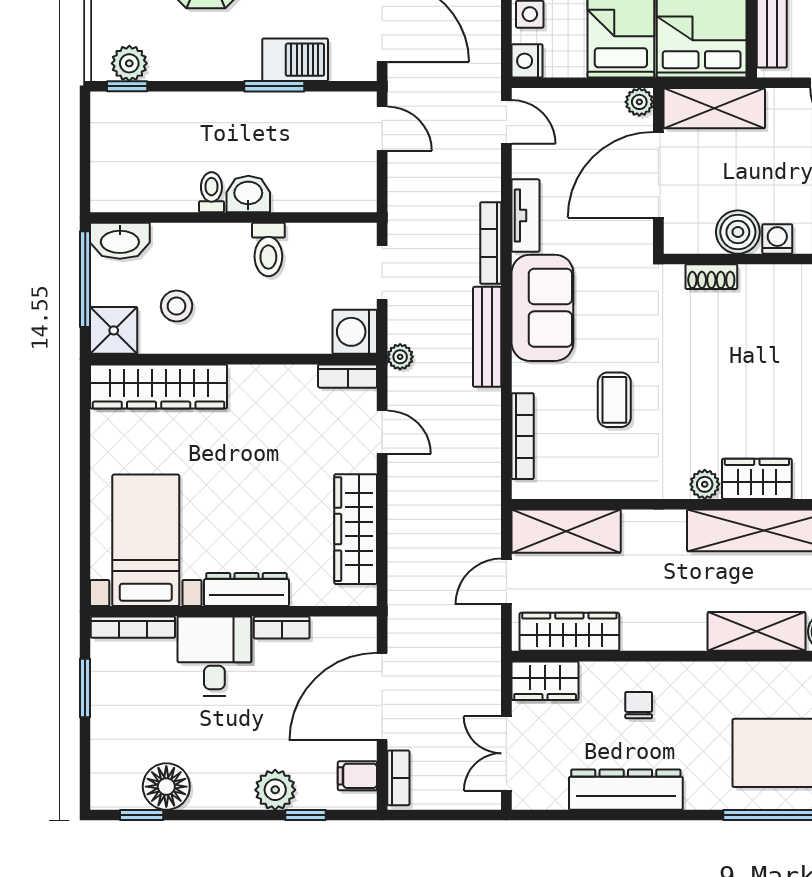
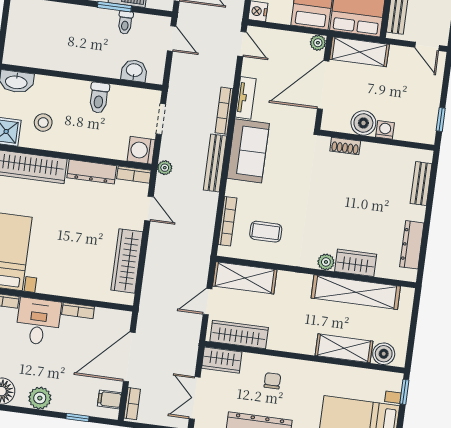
toilet: (211, 192) -> (125, 22), moved, turned 180
washbasin: (248, 194) -> (134, 71), moved
coffee table: (614, 400) -> (266, 232), moved, turned 90
dresser: (246, 590) -> (92, 172), moved, turned 180
plant: (275, 790) -> (40, 398), moved

